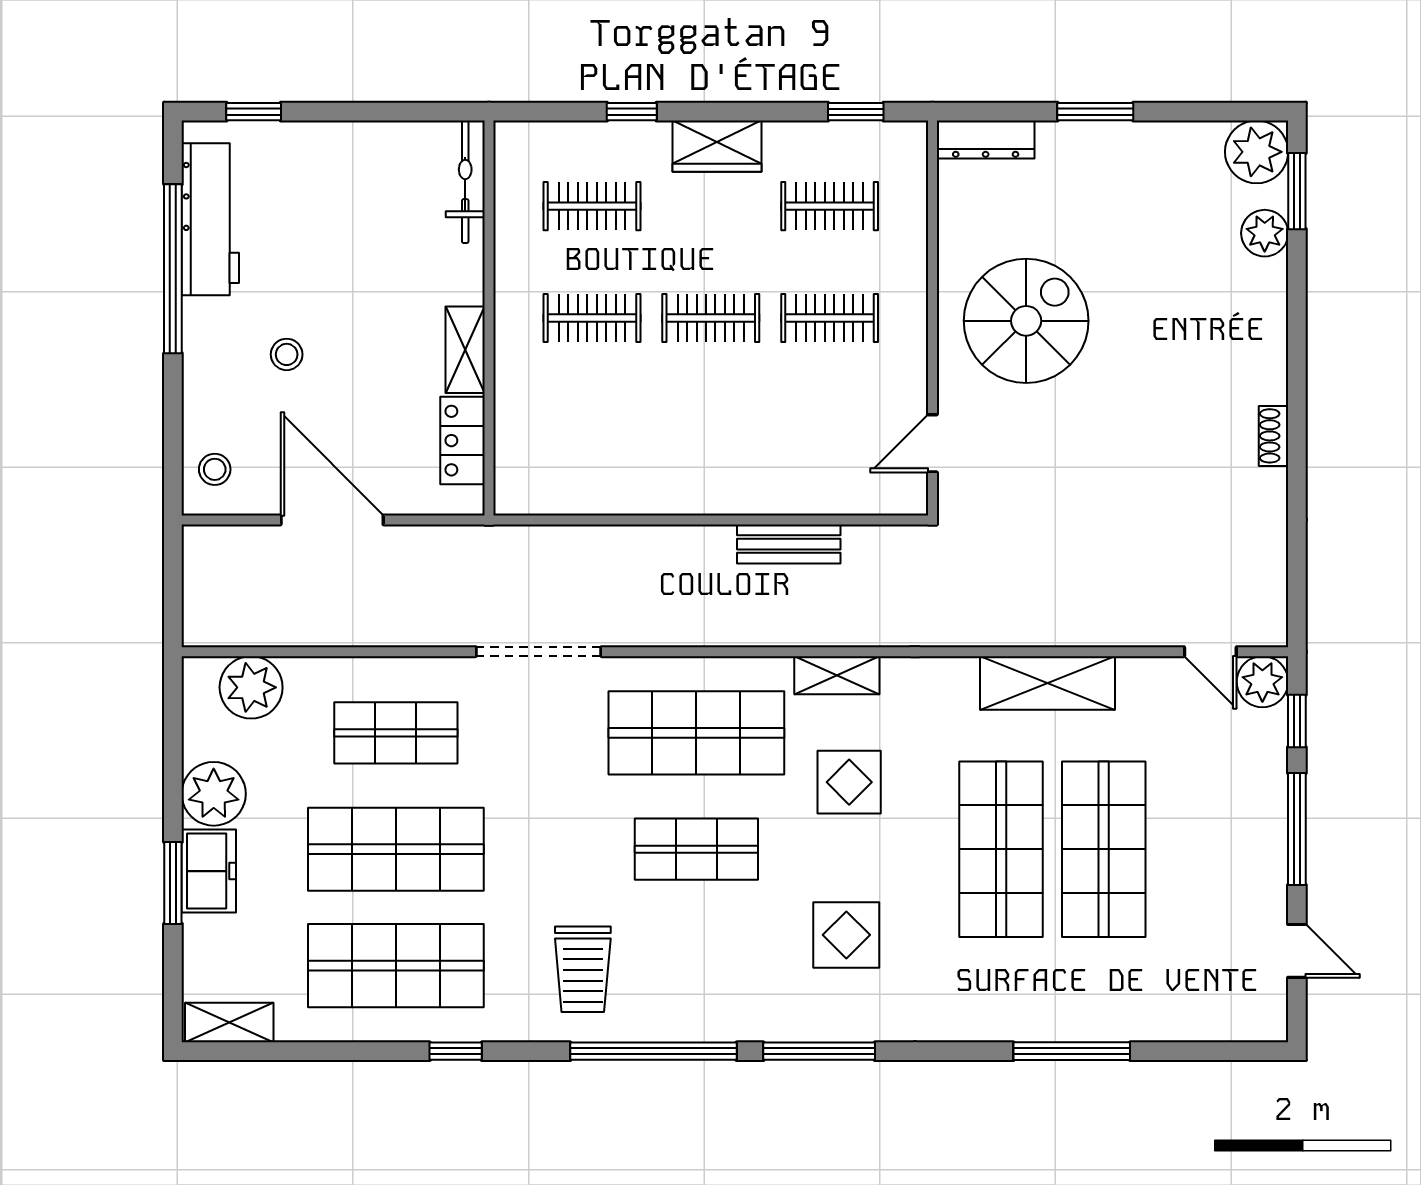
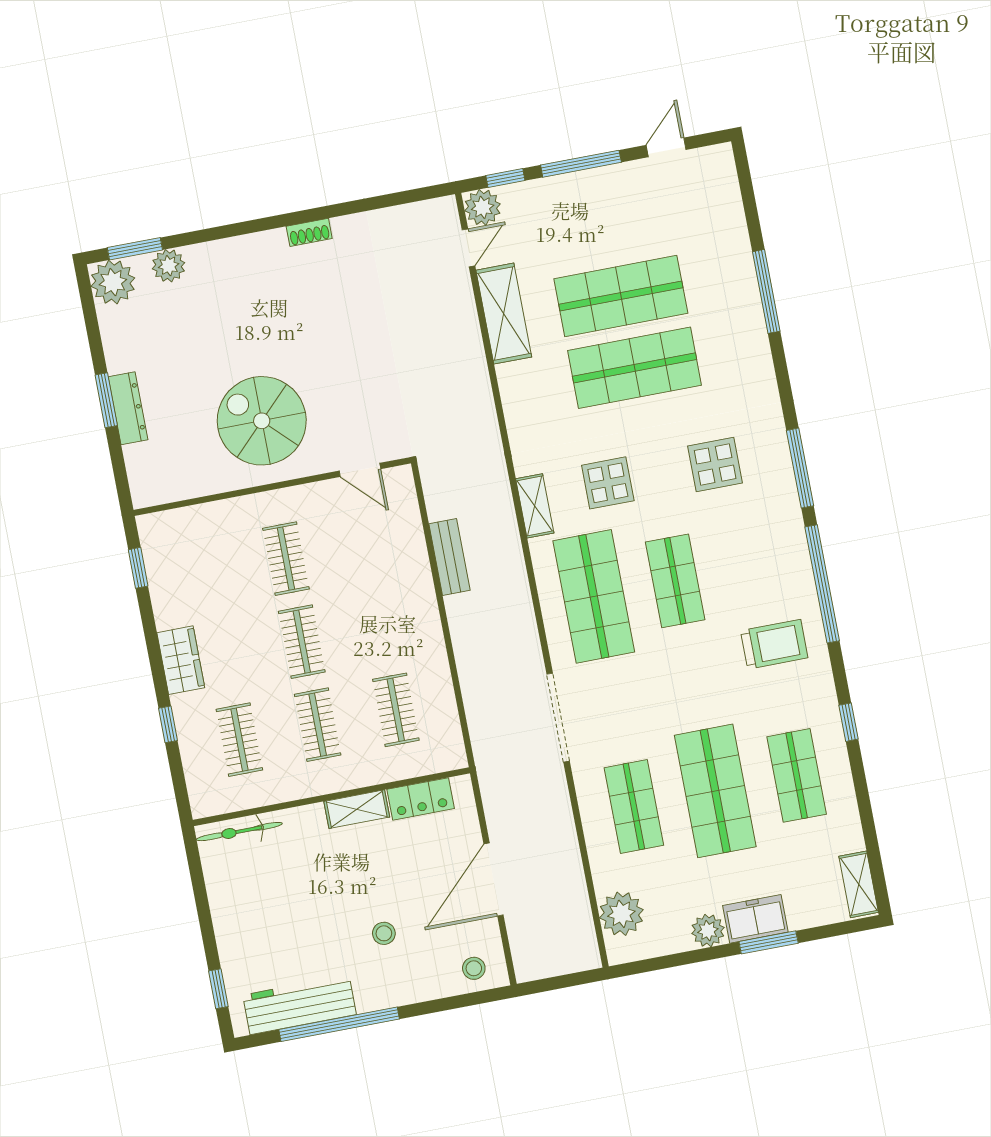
dresser: (986, 139) -> (128, 408), moved
clothes rail: (830, 206) -> (396, 710), moved
shelving: (1047, 683) -> (504, 314), moved
plant: (214, 794) -> (708, 931), width x0.73, depth x0.73
shop shelf: (396, 966) -> (797, 775), width x0.70, depth x0.74

